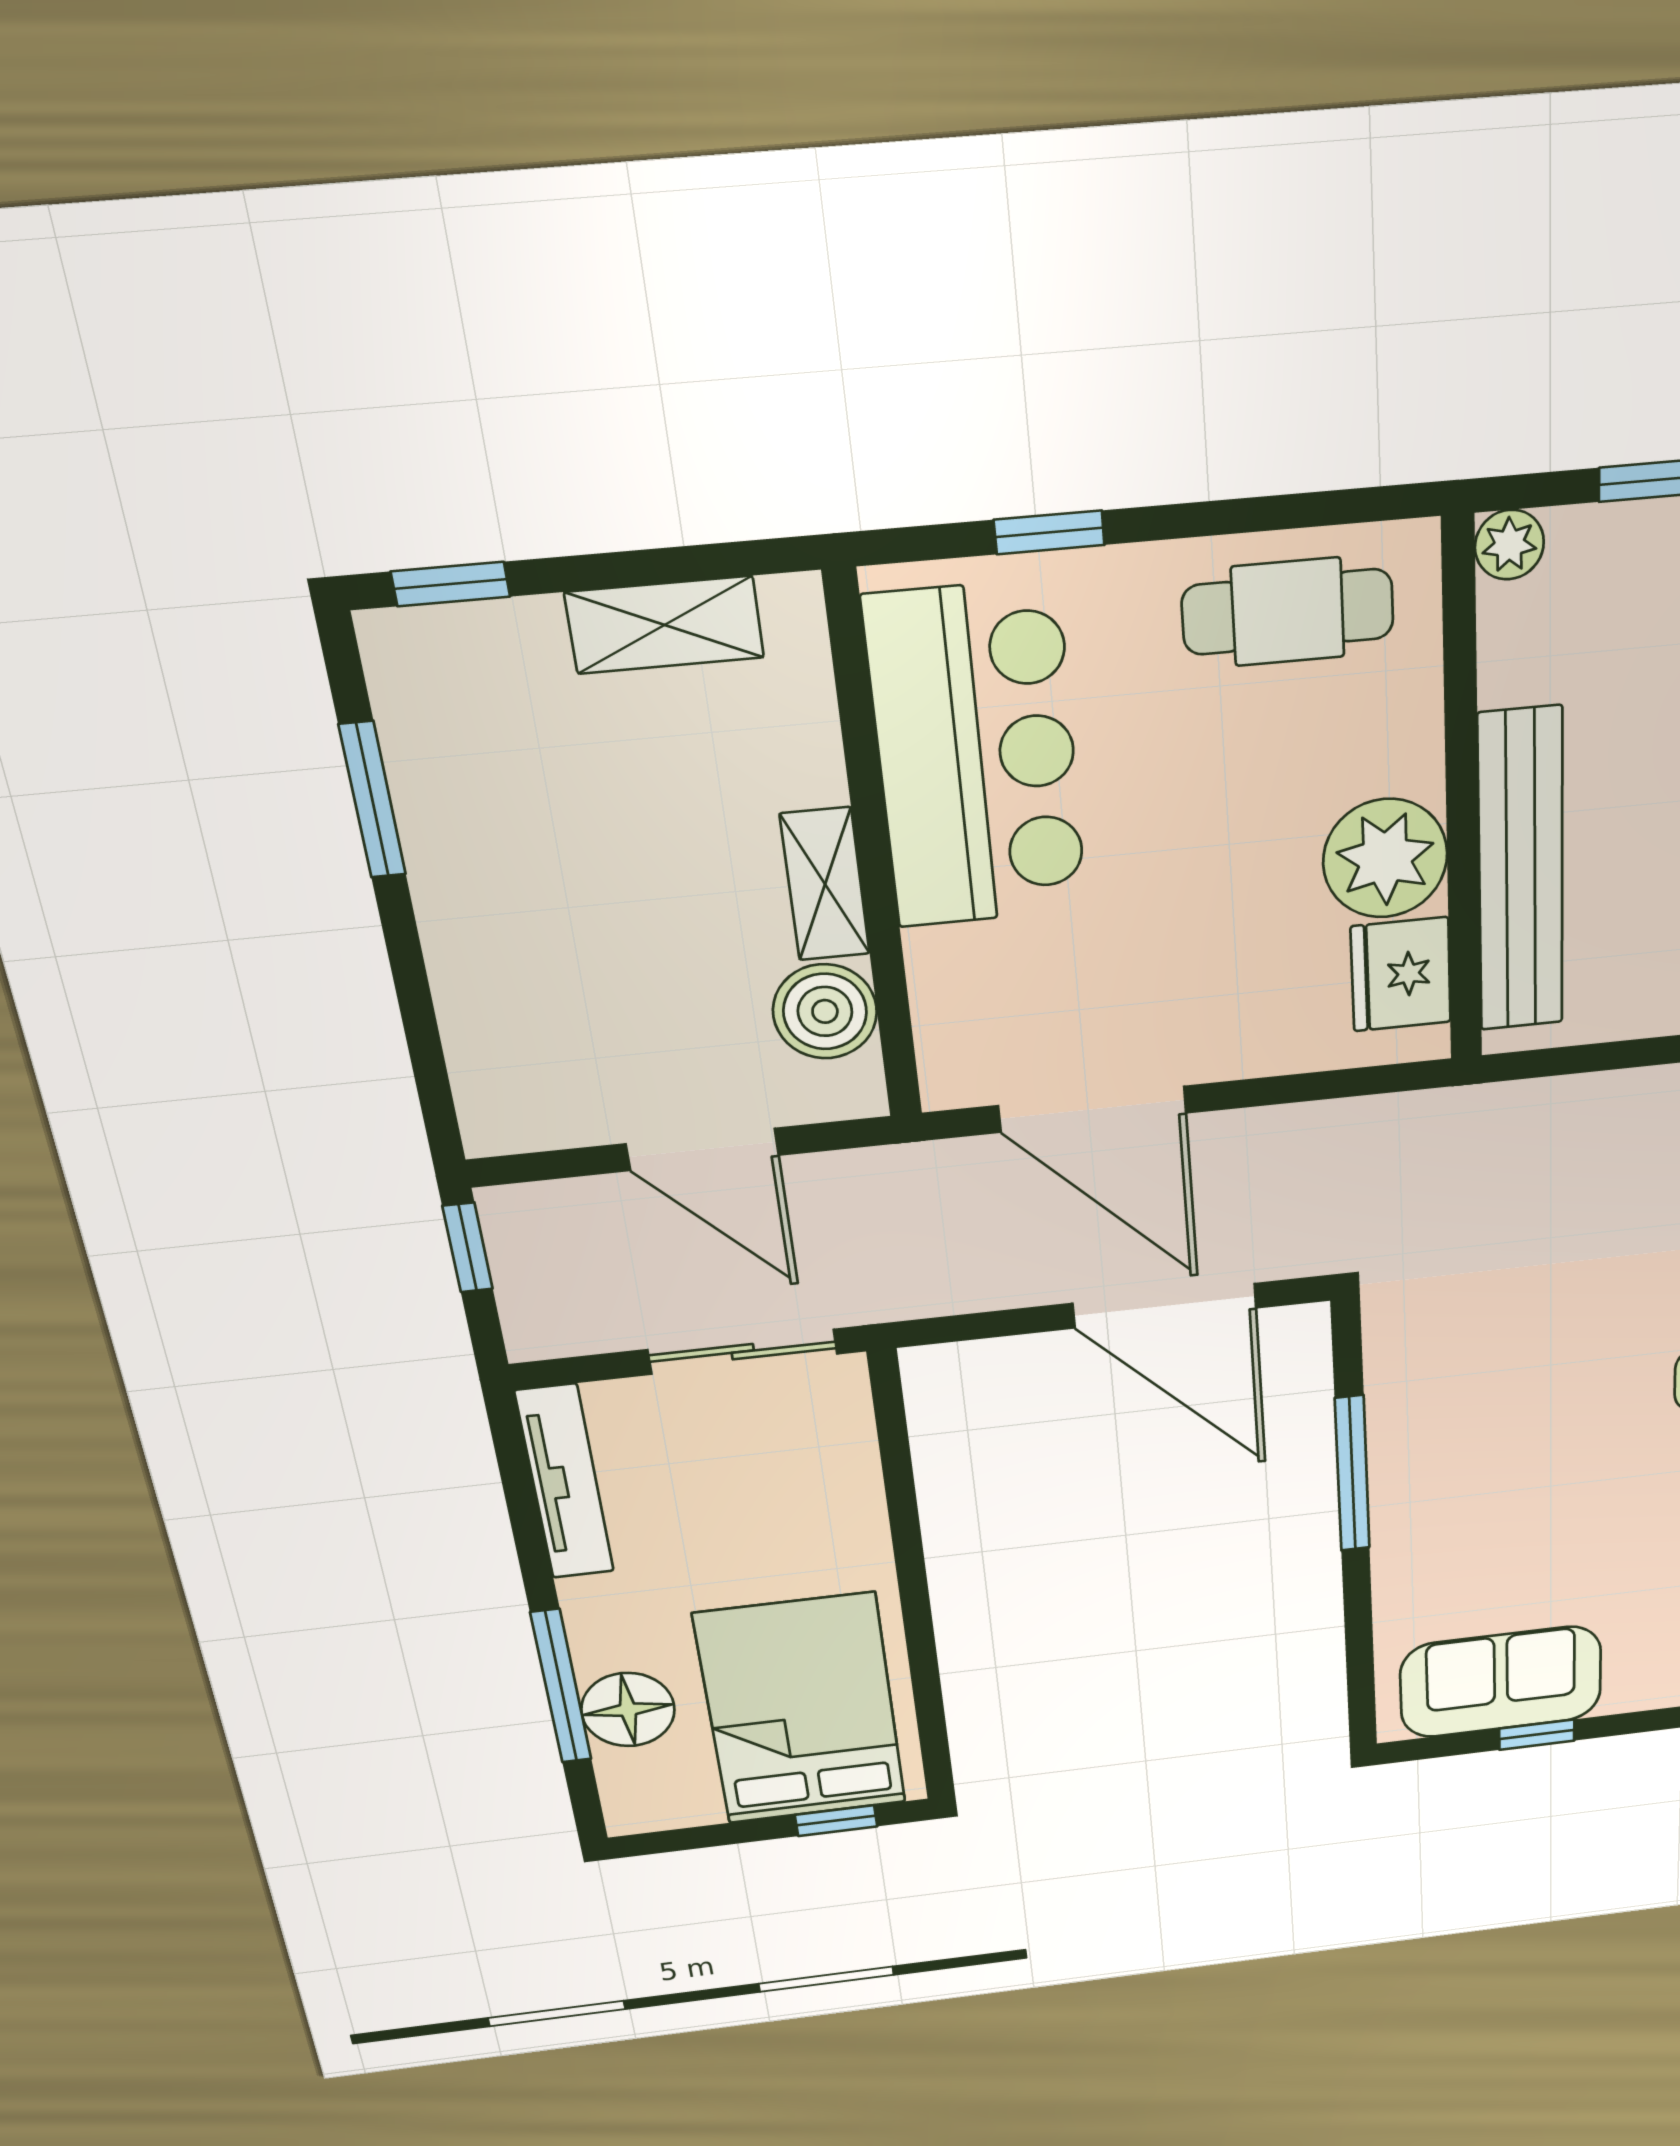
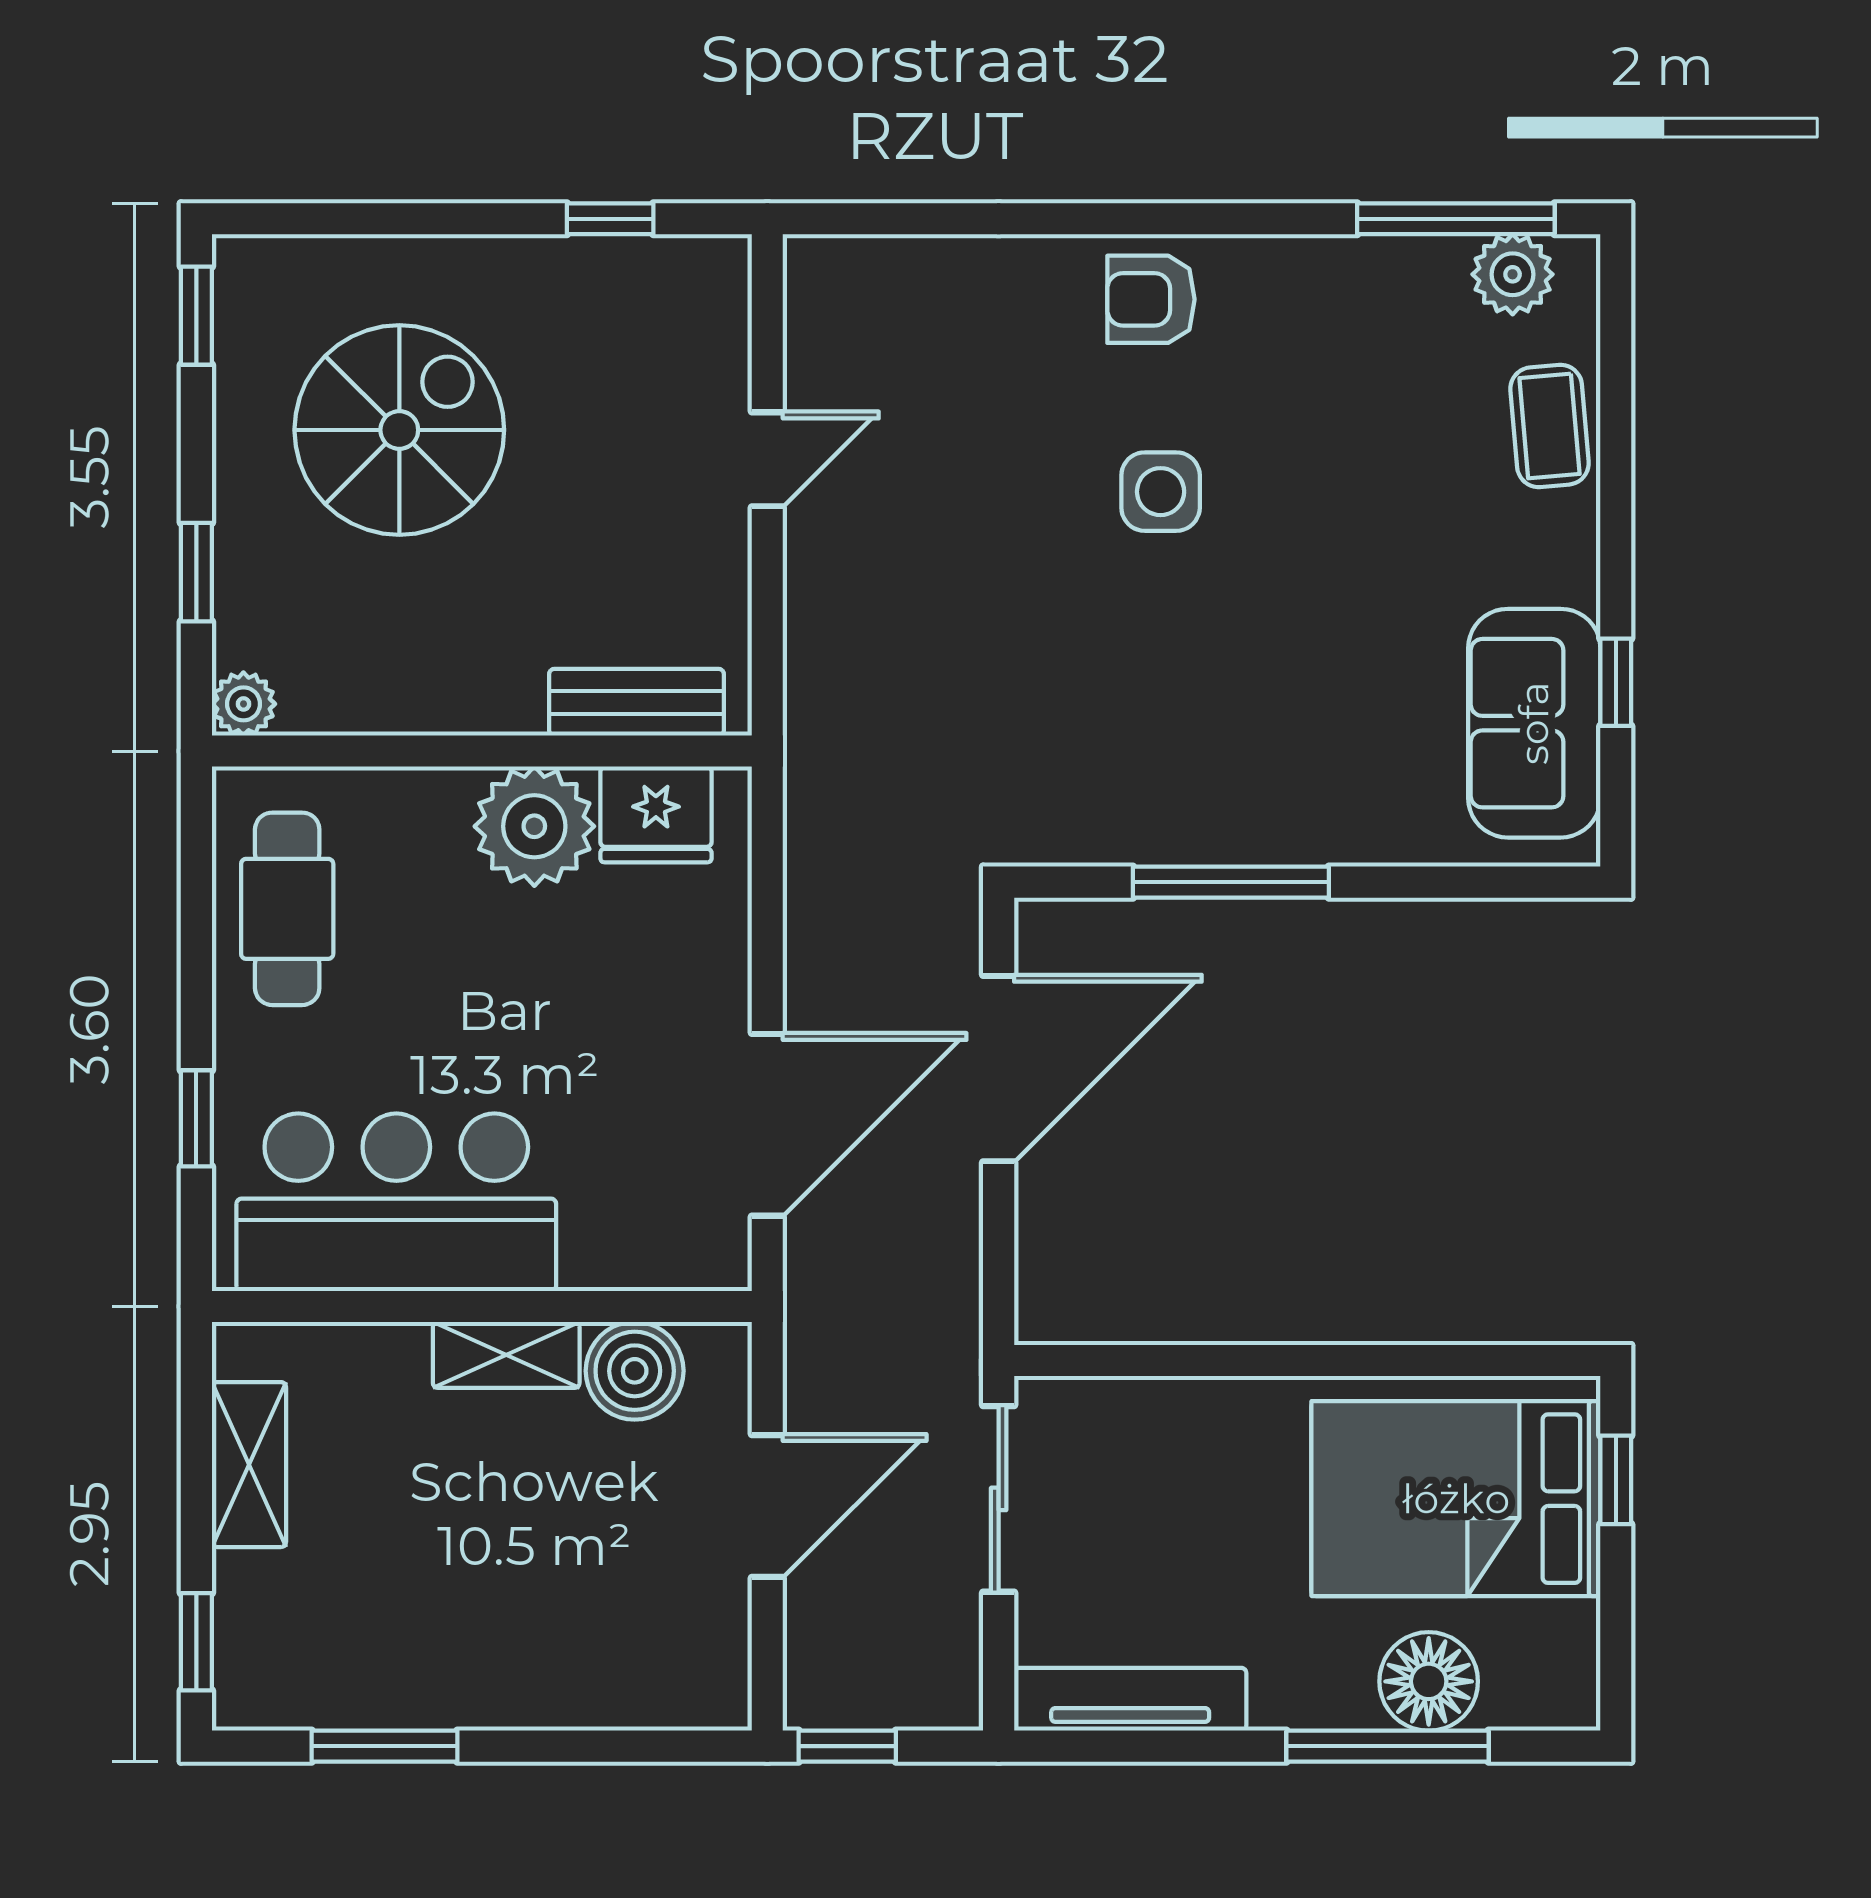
bench: (1521, 871) -> (637, 702), width x0.54, depth x0.82

